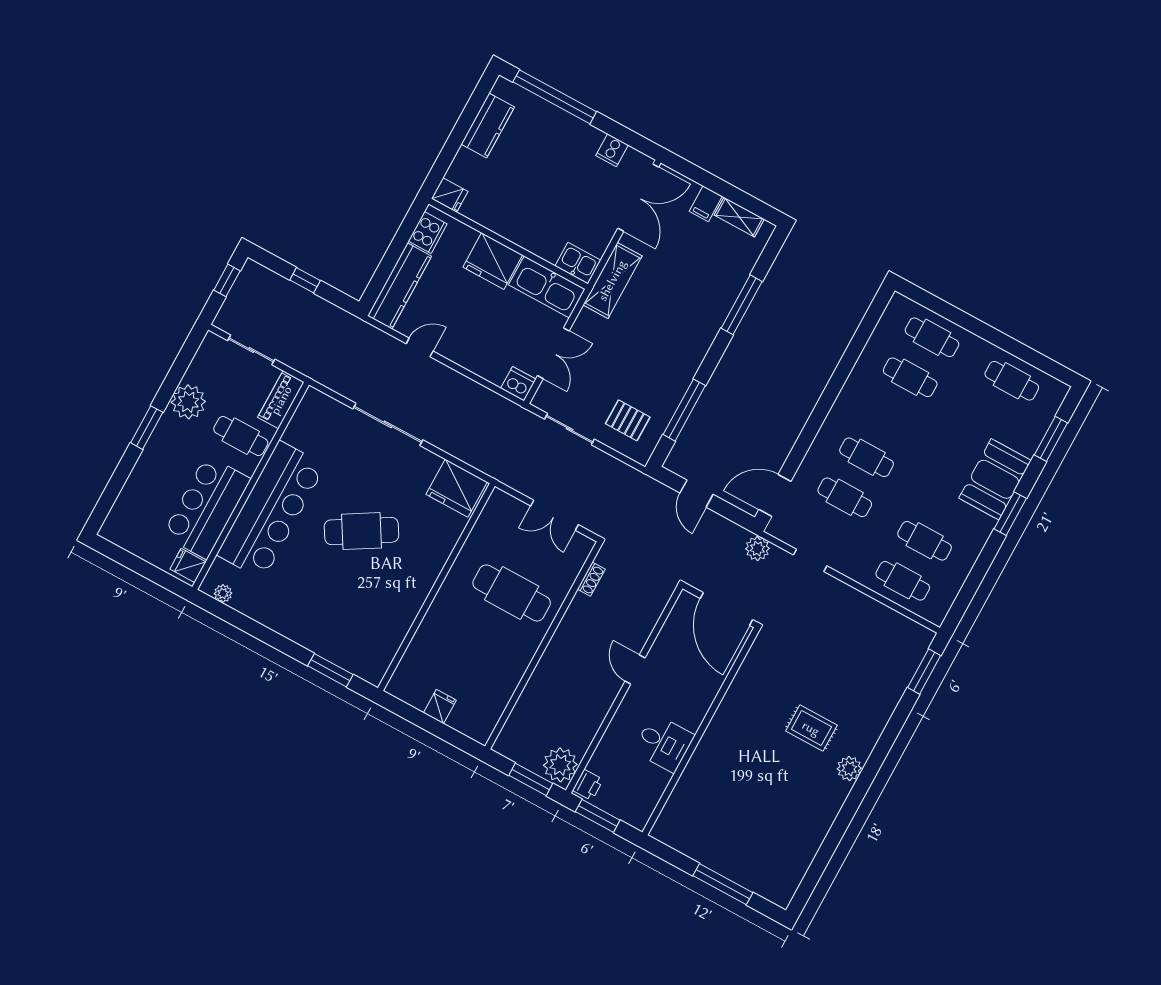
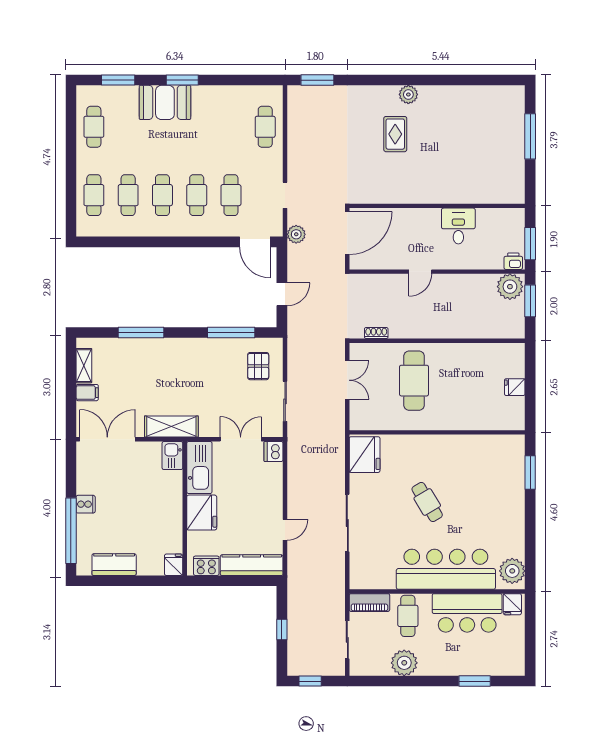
cooker: (612, 150) -> (86, 504), moved
door: (420, 347) -> (285, 530), swing flipped
window: (147, 428) -> (475, 681), moved
cafe table: (361, 531) -> (427, 502), width x0.73, depth x0.74
cafe table: (925, 541) -> (162, 195), moved
plant: (223, 593) -> (512, 571), width x1.87, depth x1.87

